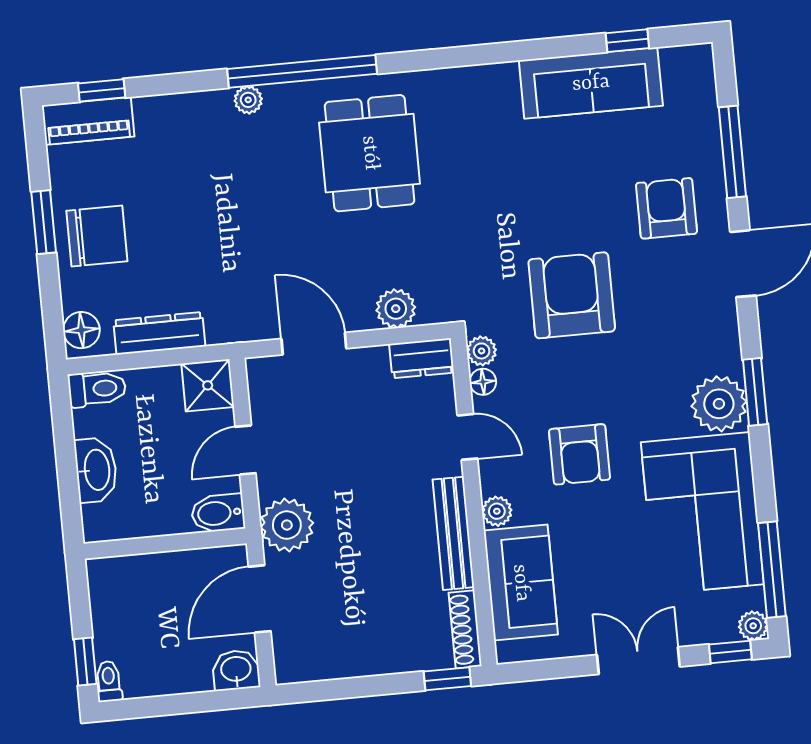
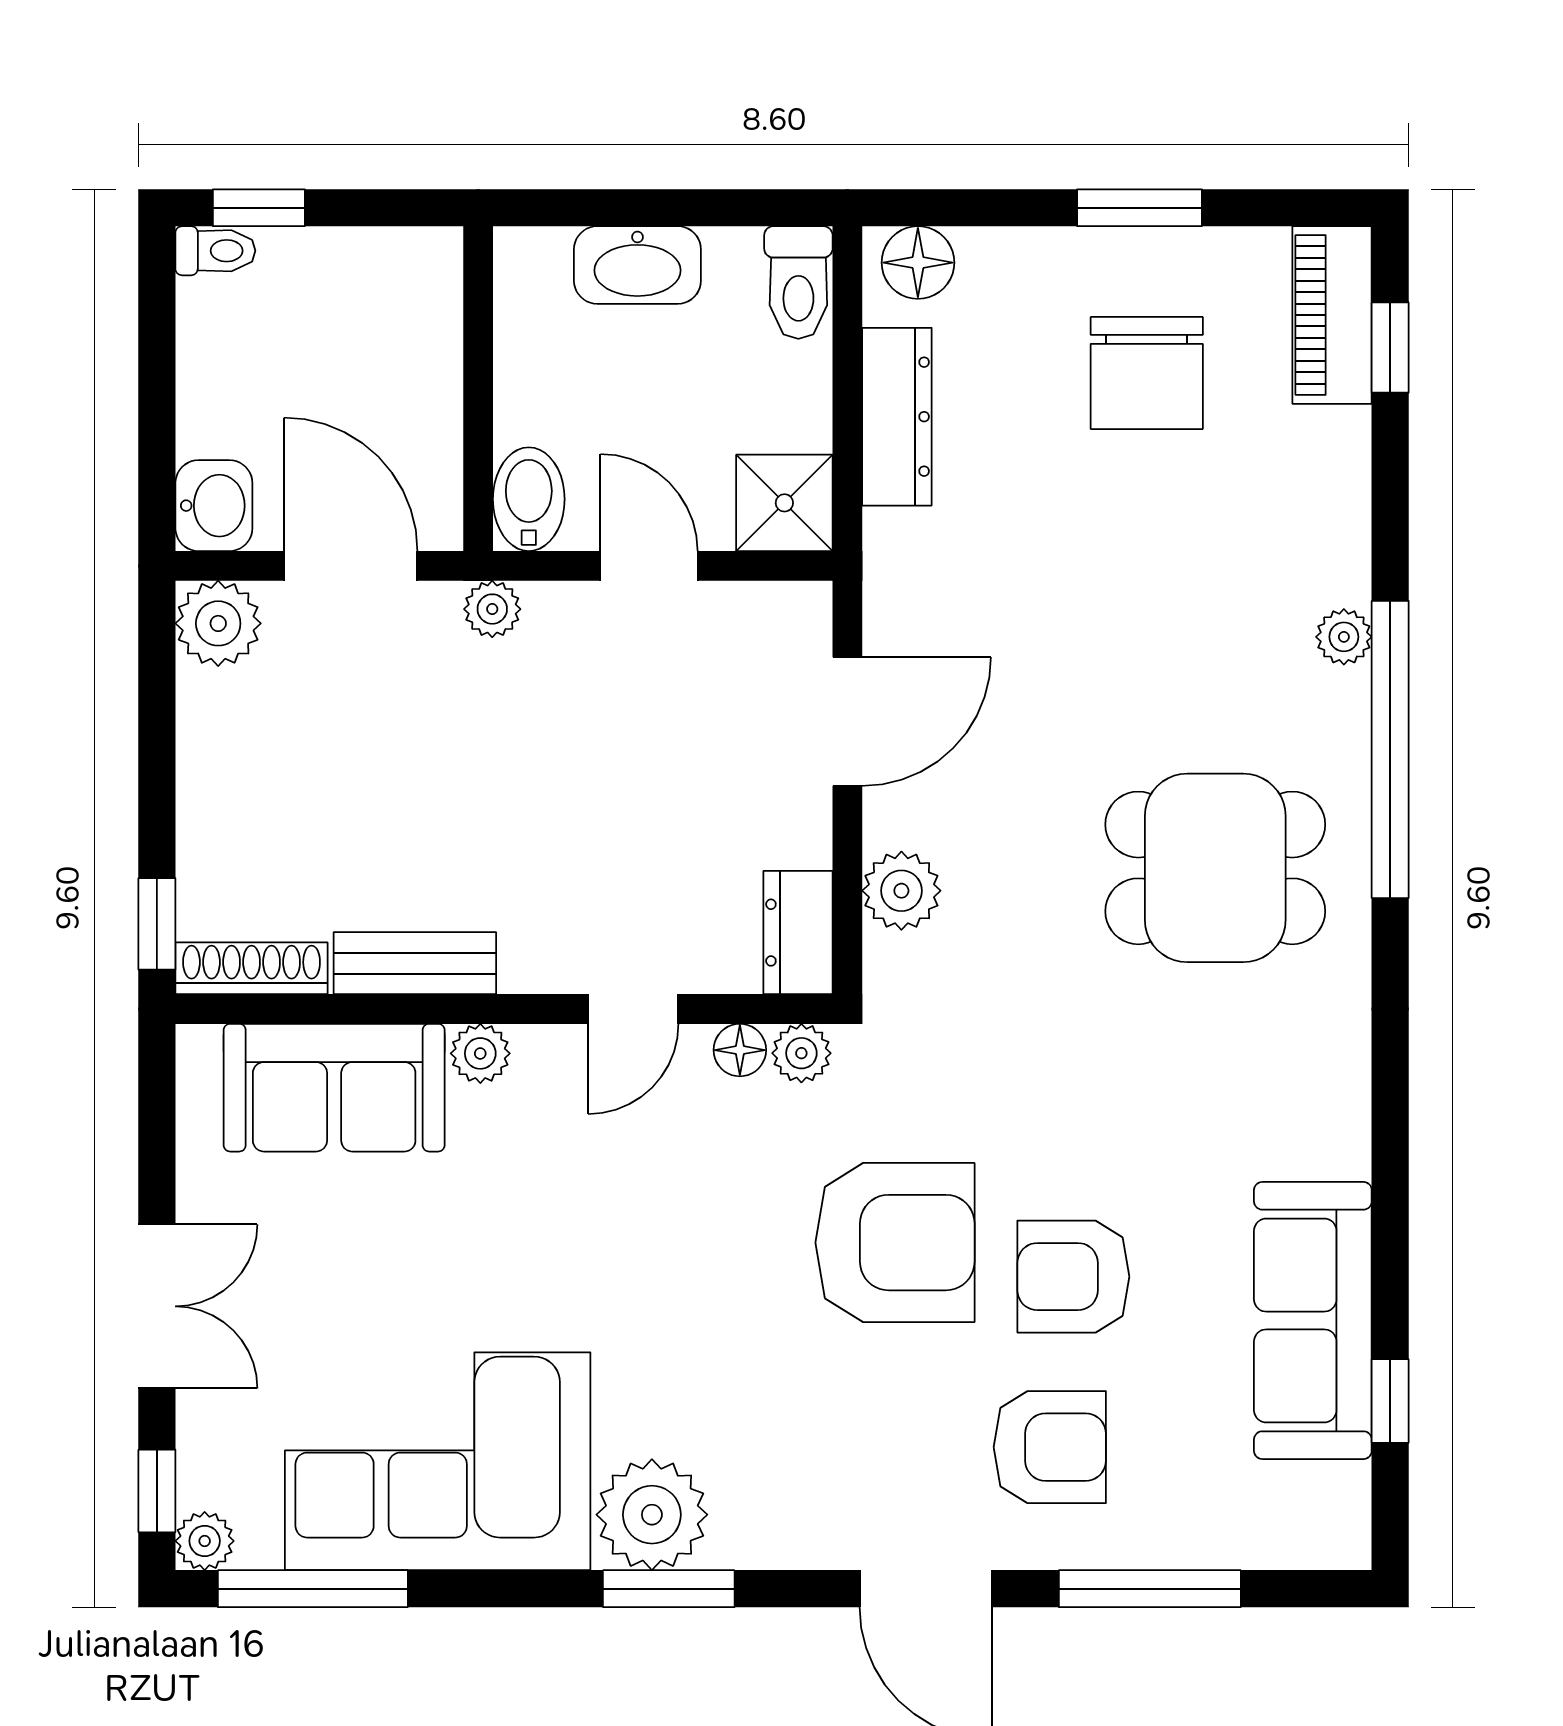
chair: (97, 236) -> (1147, 373), moved
armchair: (580, 454) -> (1073, 1277), moved
plant: (287, 525) -> (492, 609), width x0.53, depth x0.53
bench: (453, 533) -> (415, 963), width x0.73
plant: (295, 662) -> (218, 623), added

